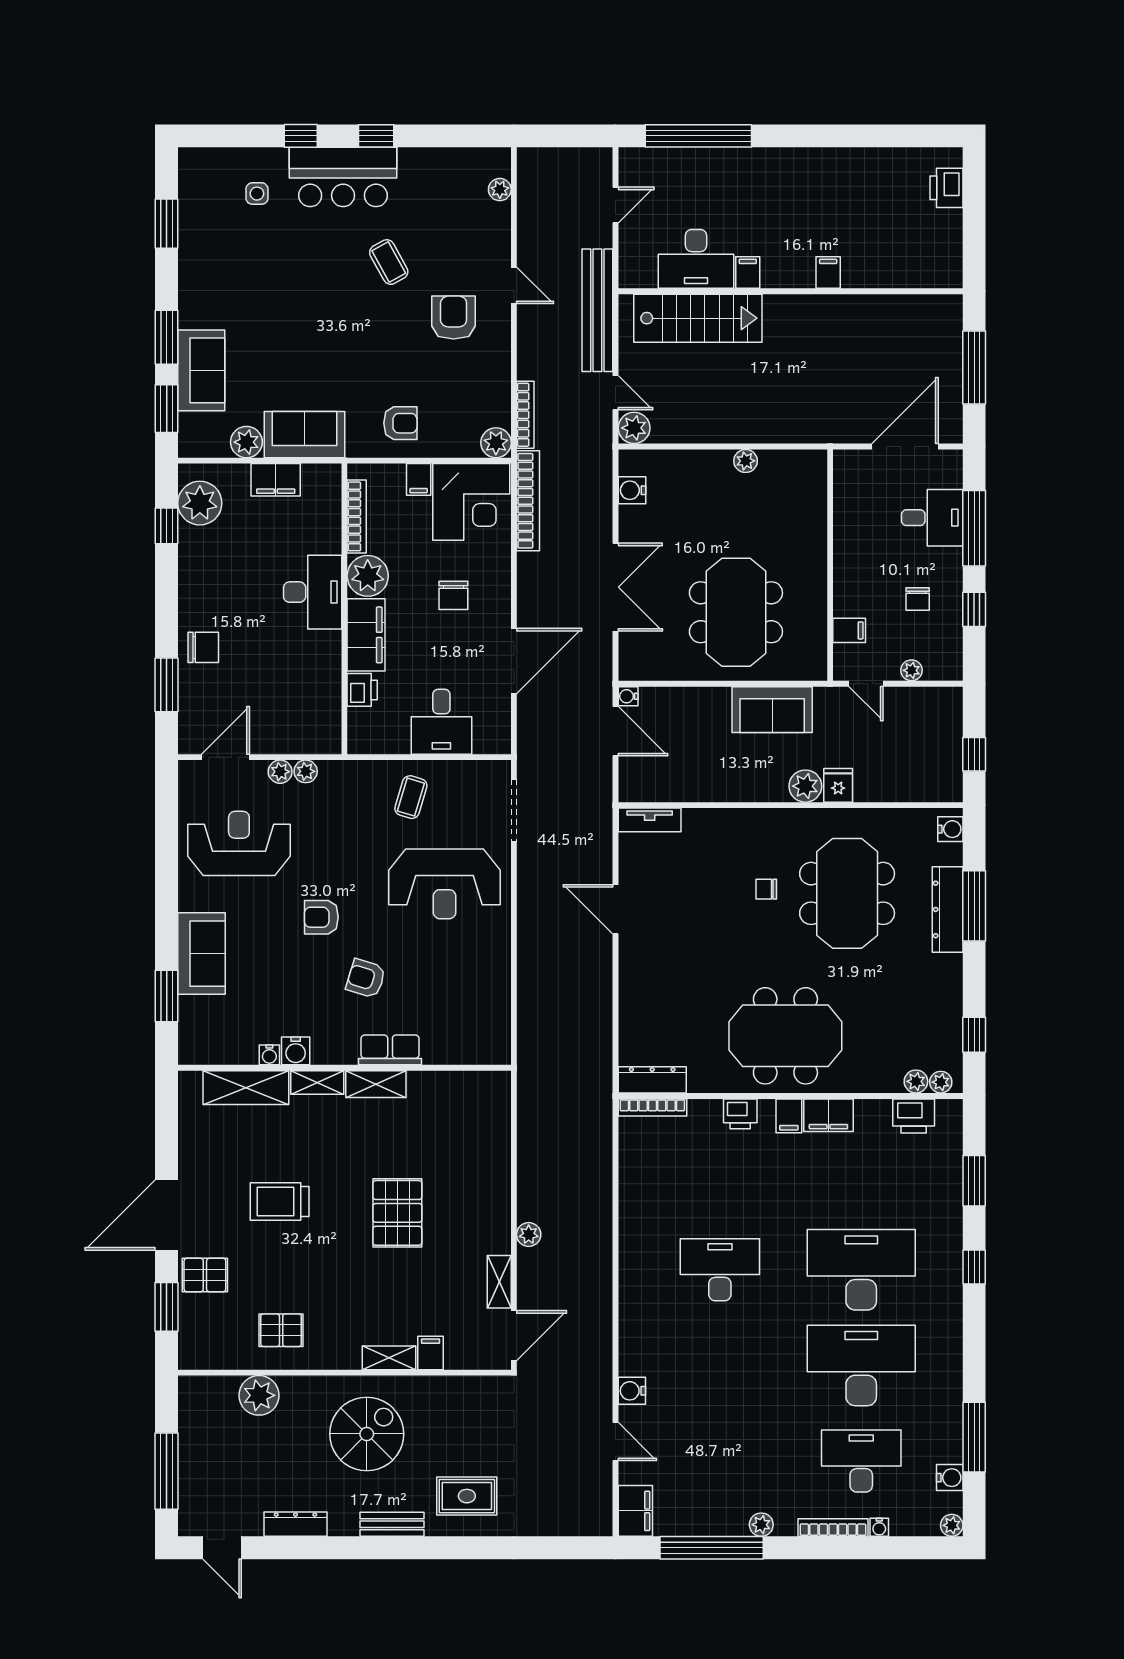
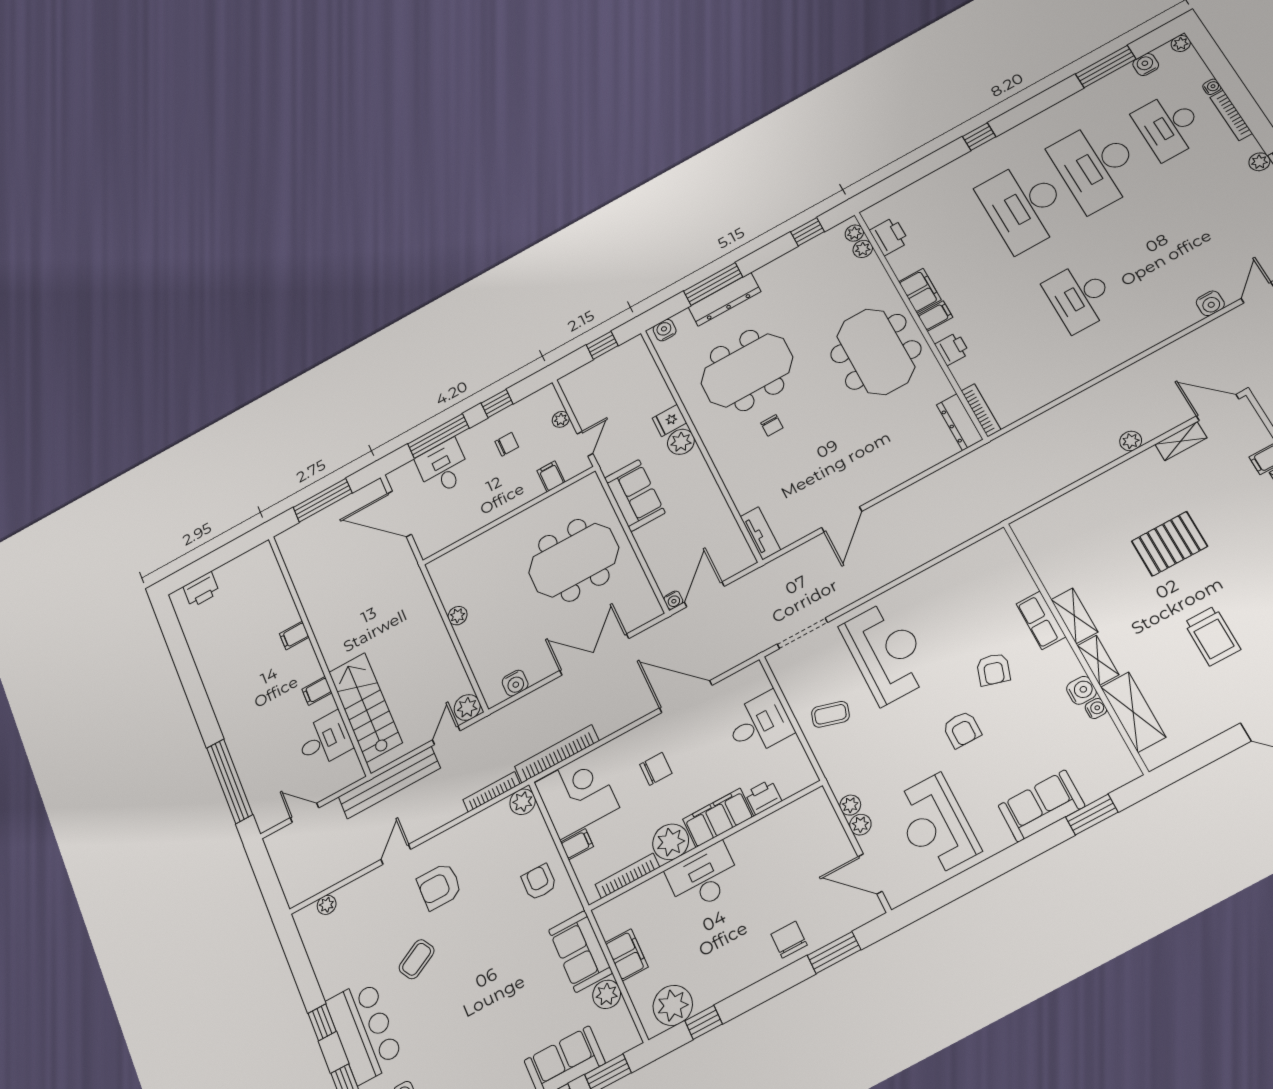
desk: (696, 259) -> (325, 740), width x0.73
window: (974, 1181) -> (915, 172), removed

